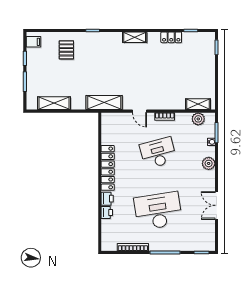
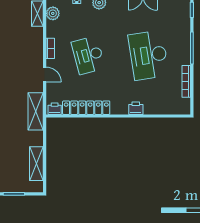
door: (140, 111) -> (45, 75), hinge flipped
locker: (108, 168) -> (86, 108), moved
printer: (107, 213) -> (55, 109), moved

